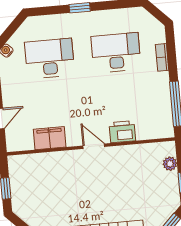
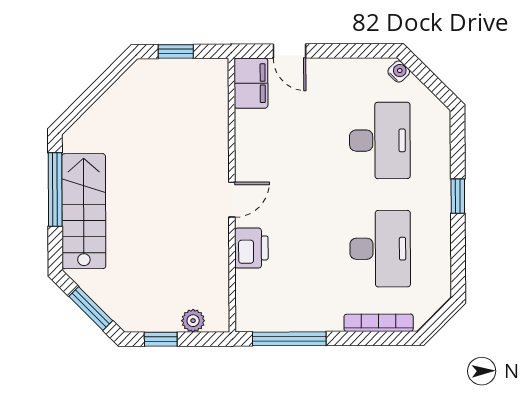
bookcase: (162, 57) -> (379, 323), width x1.56
filing cabinet: (50, 138) -> (251, 83), moved

